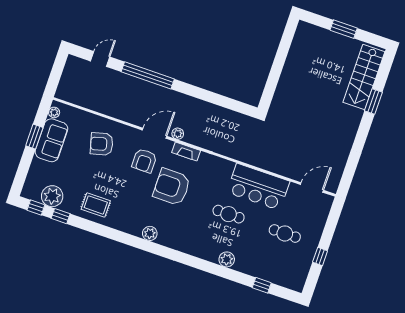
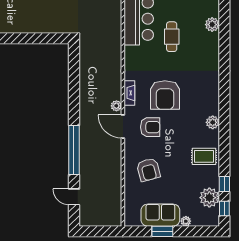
plant: (54, 112) -> (186, 221), moved
rug: (96, 205) -> (204, 156), turned 90
plant: (150, 233) -> (213, 122), moved

